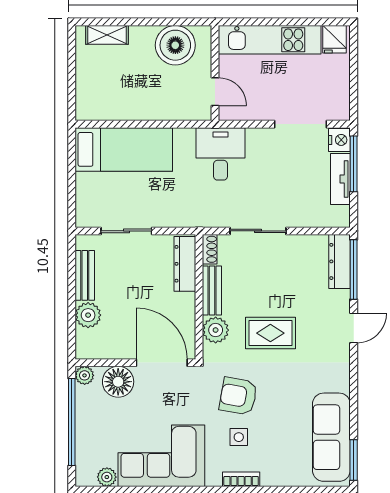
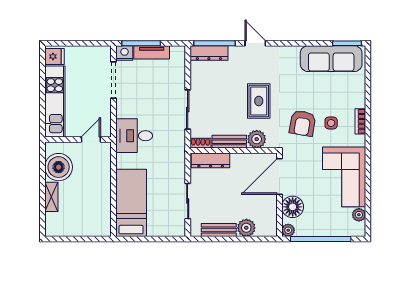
shelving: (107, 35) -> (51, 197), moved

